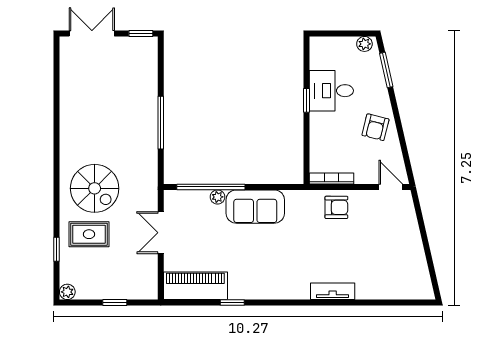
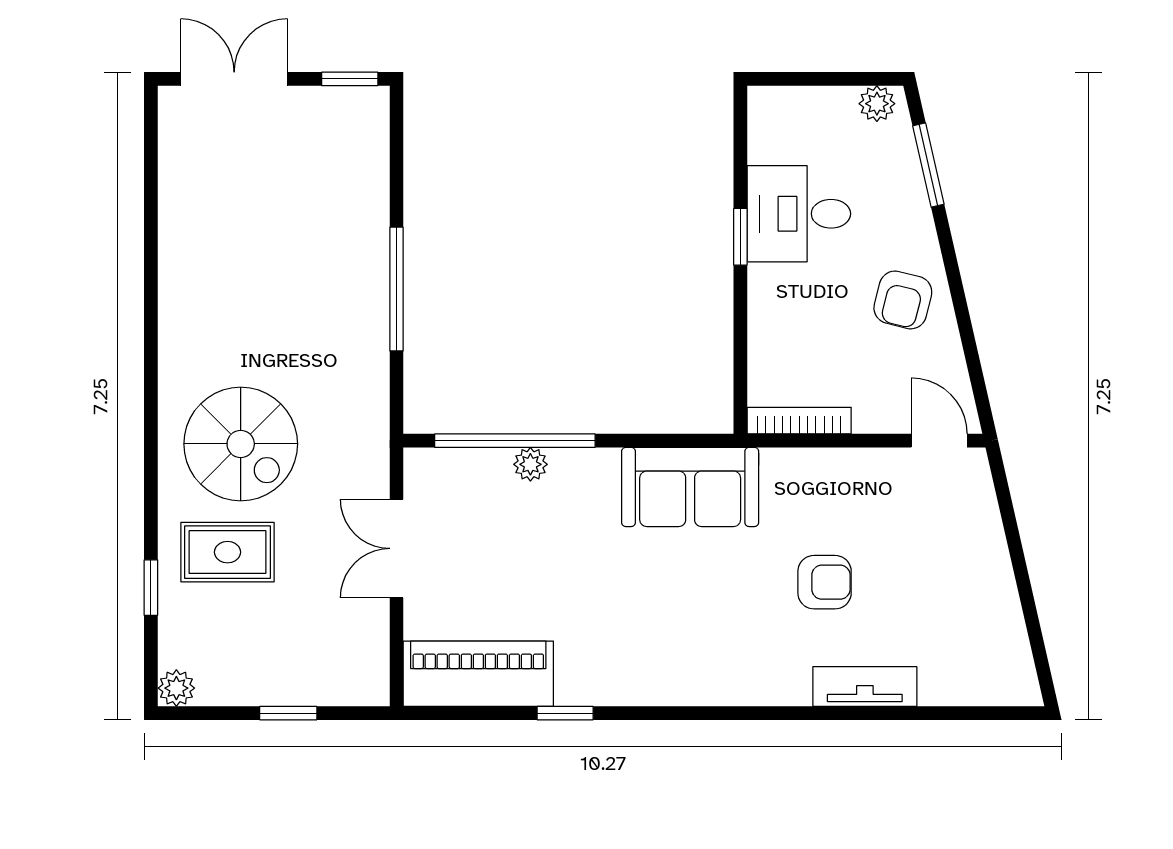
sofa: (255, 207) -> (690, 487), moved
armchair: (336, 207) -> (825, 582), moved
tv unit: (333, 291) -> (865, 687), moved

